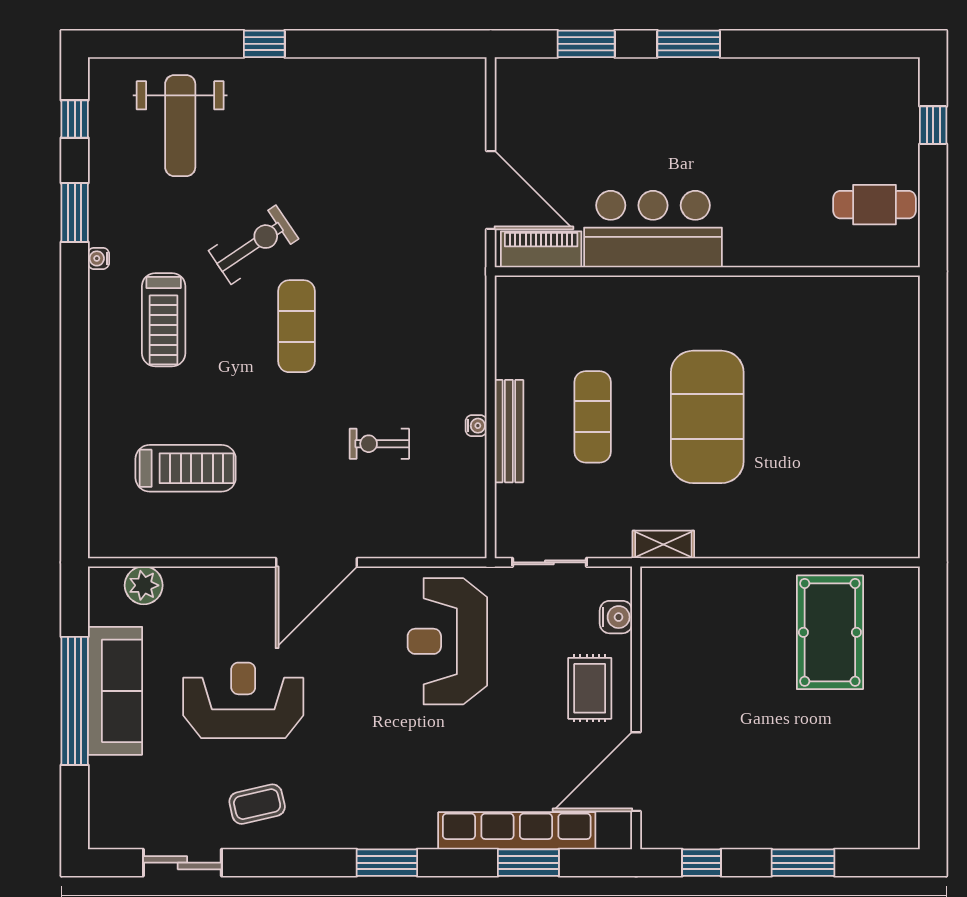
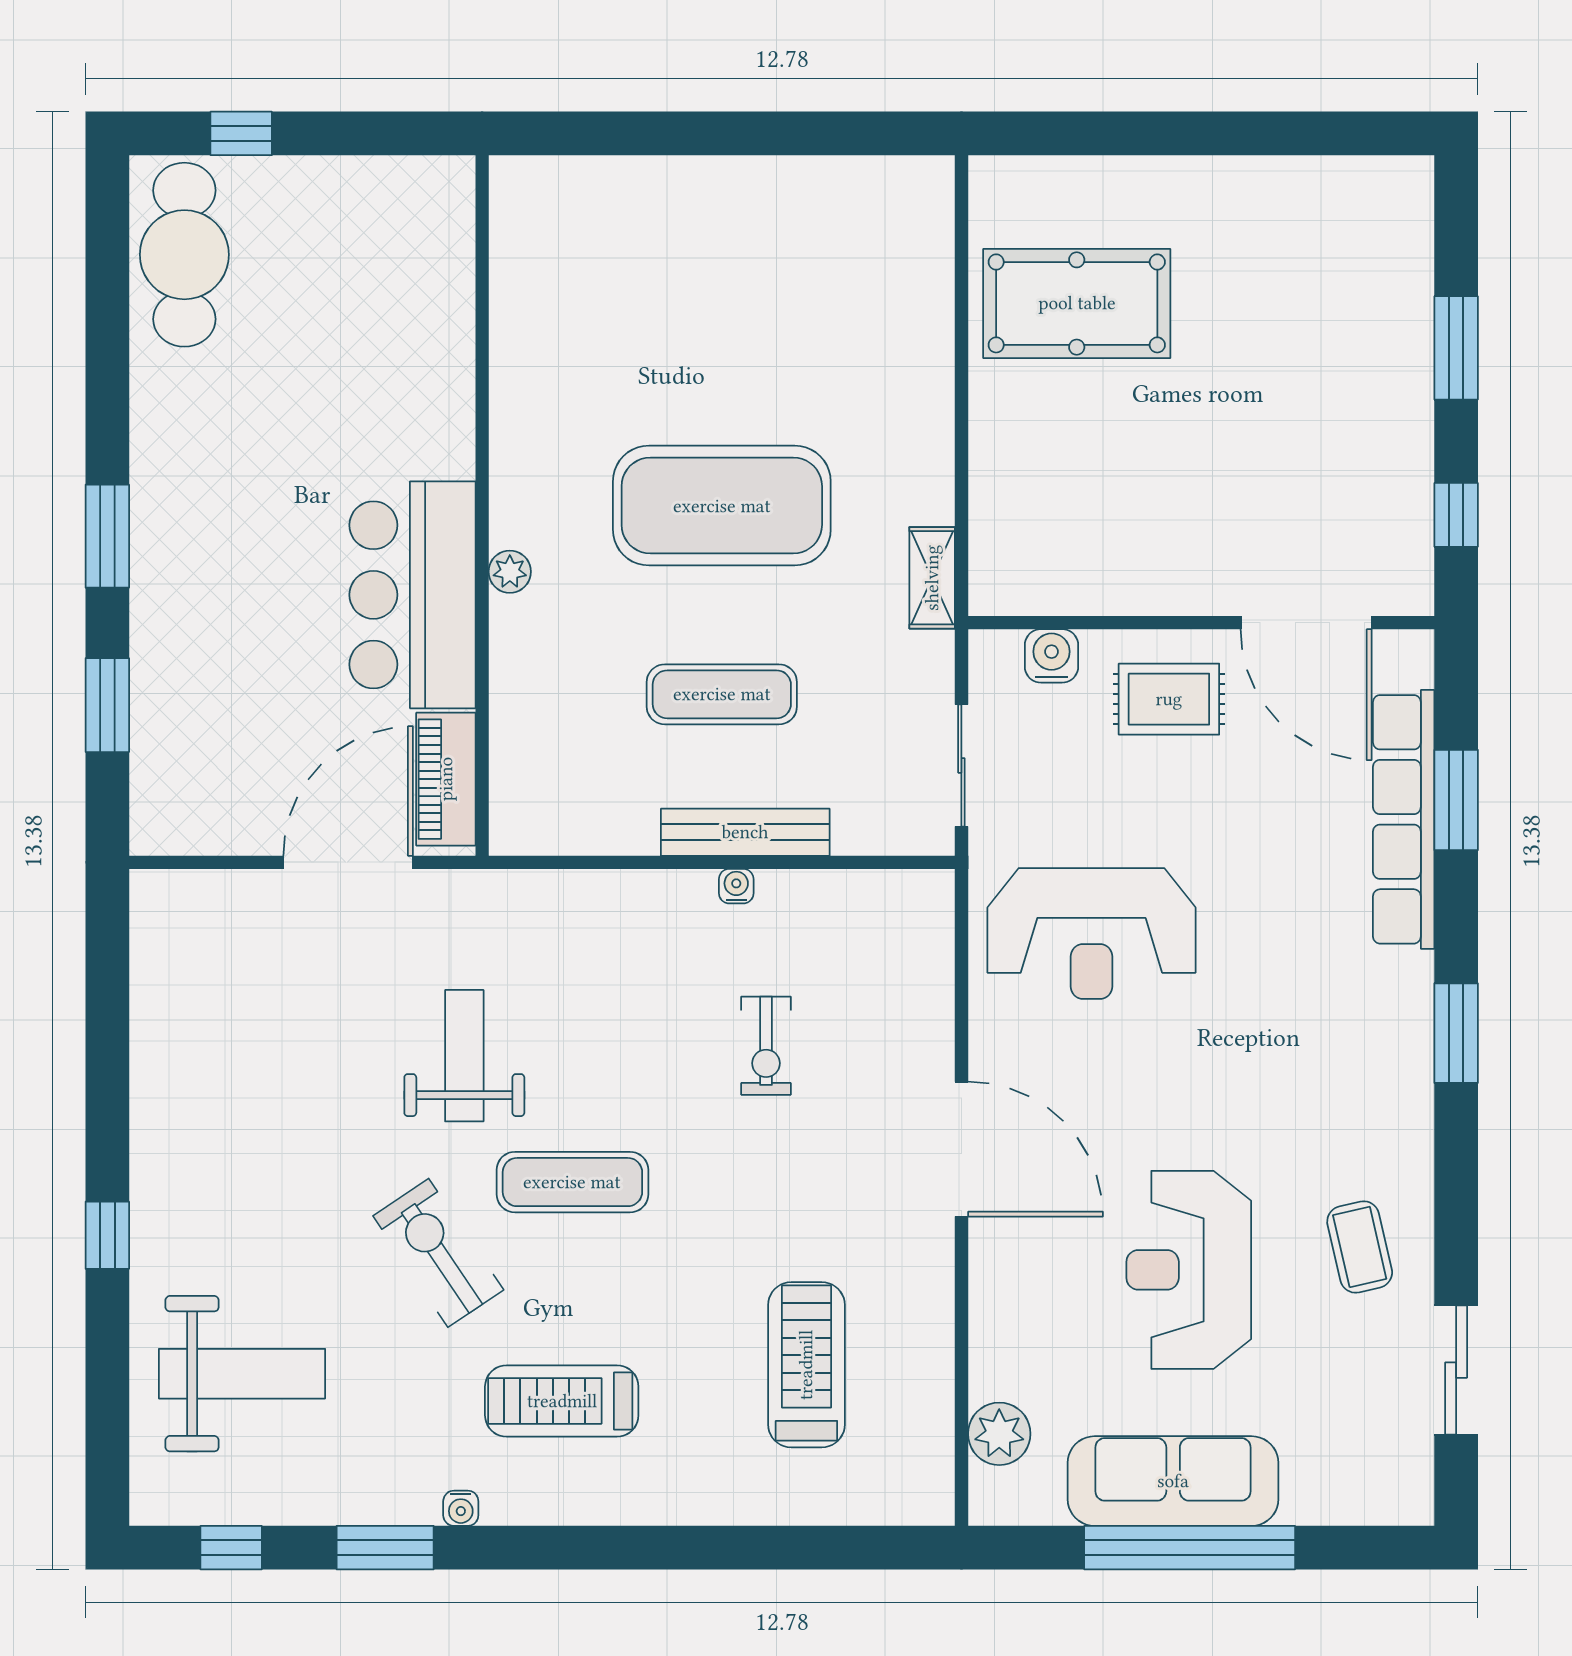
cafe table: (874, 205) -> (184, 255), moved, width x1.37, depth x1.35
weight bench: (373, 261) -> (464, 1056), added
plant: (667, 288) -> (510, 572), added
treadmill: (164, 320) -> (562, 1401), turned 180

